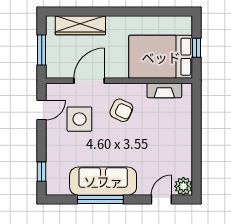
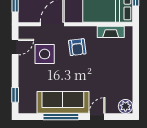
armchair: (121, 110) -> (77, 47), turned 58
door: (161, 199) -> (97, 117), moved

